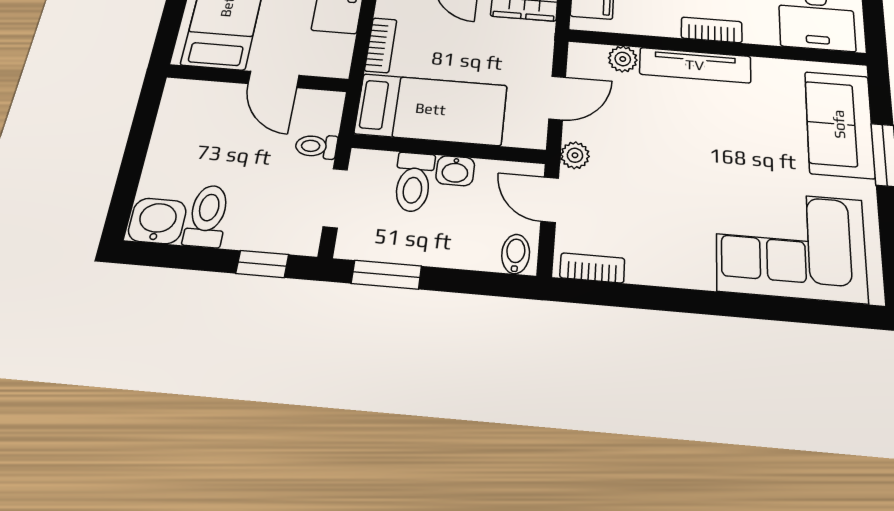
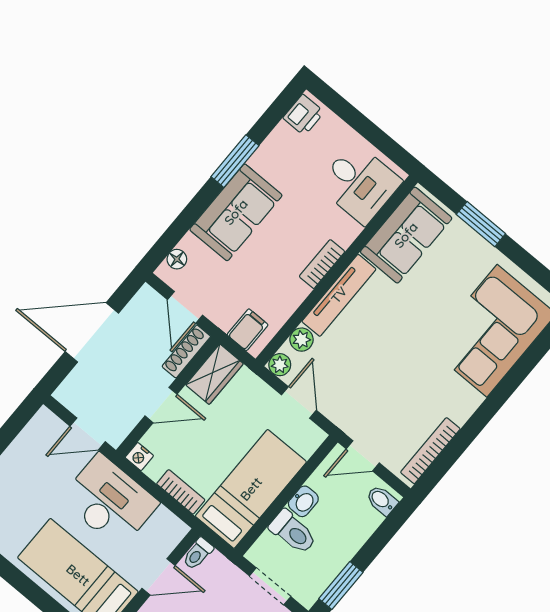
sofa: (839, 124) -> (406, 235), moved, turned -90
toilet: (316, 146) -> (198, 554), moved
plant: (575, 155) -> (280, 365), moved
bookcase: (592, 268) -> (430, 451), width x1.56

